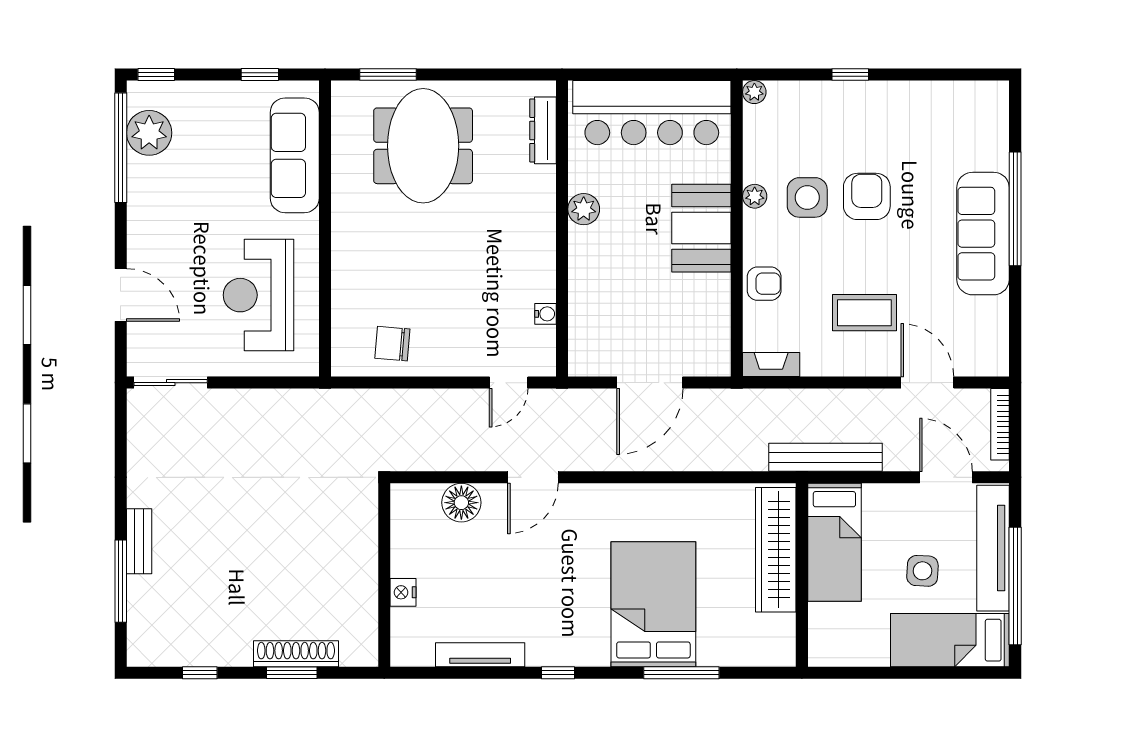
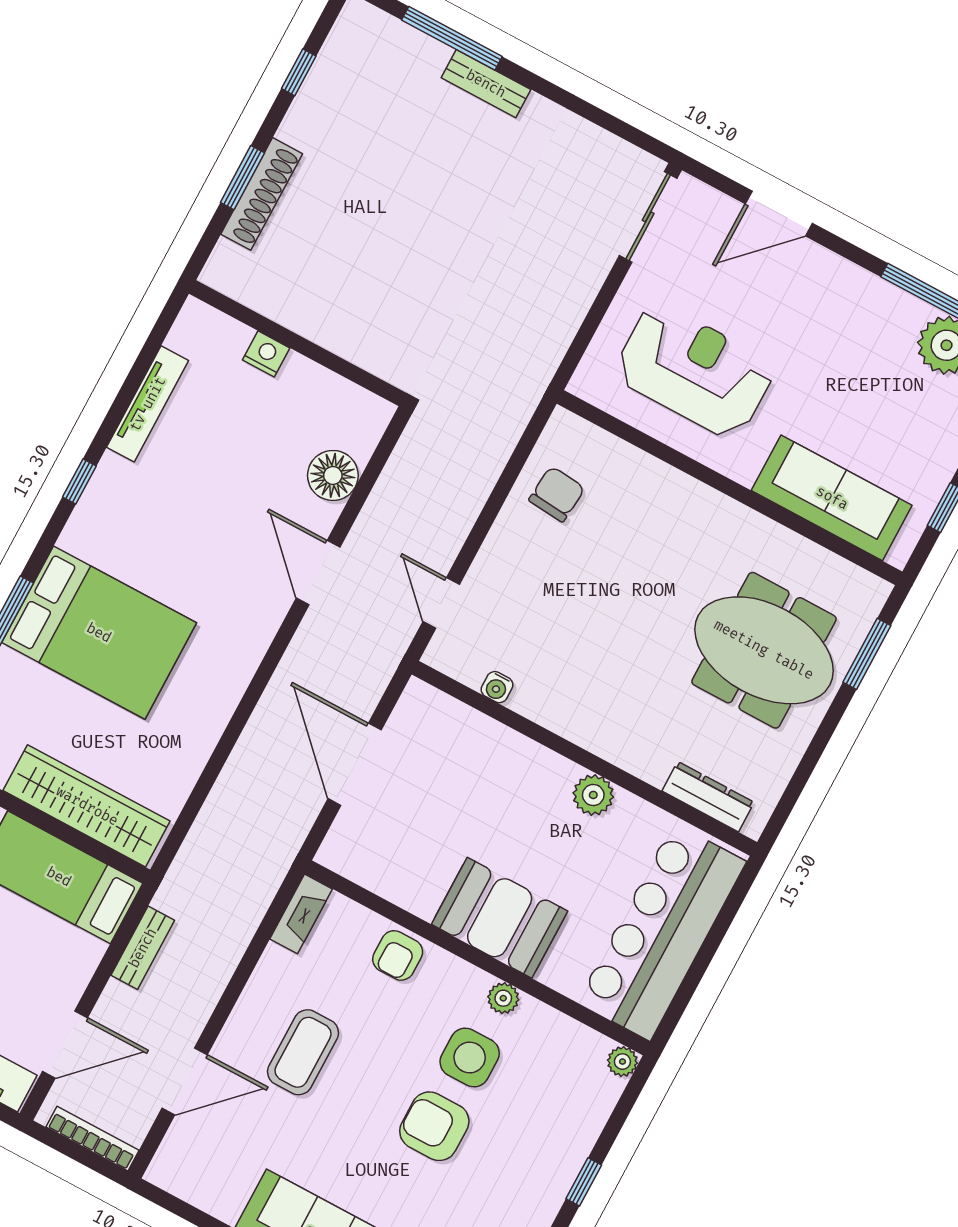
armchair: (867, 196) -> (434, 1126), turned 180
bench: (826, 457) -> (143, 948), width x0.54, depth x0.82

